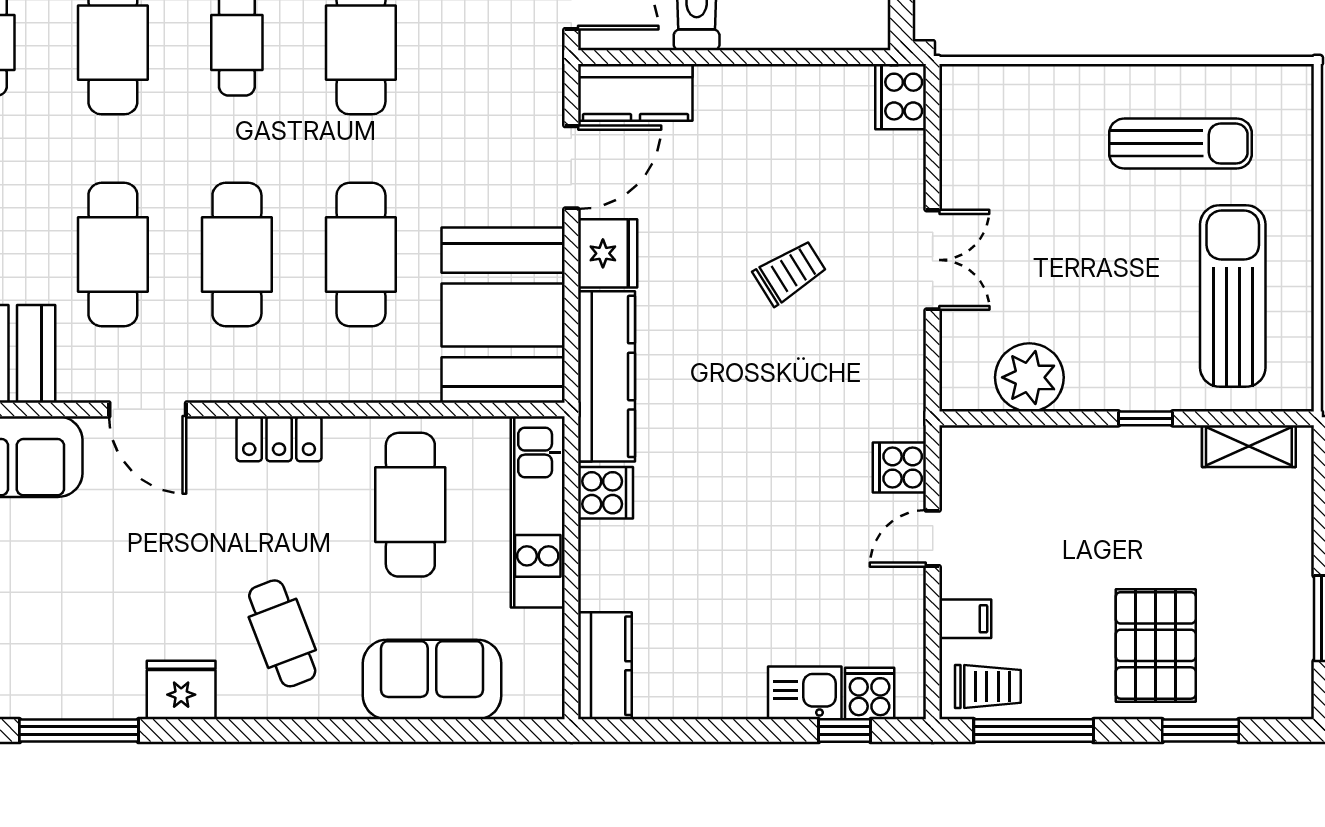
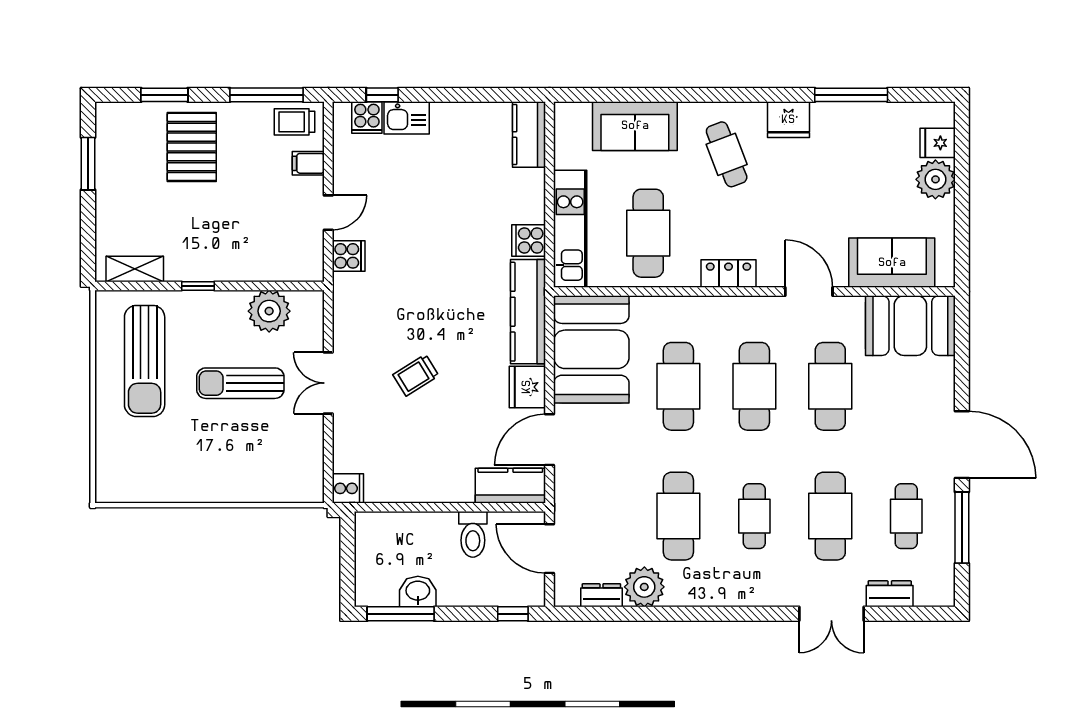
cooker: (901, 97) -> (348, 488), width x0.73
sun lounger: (1181, 144) -> (240, 383), moved

